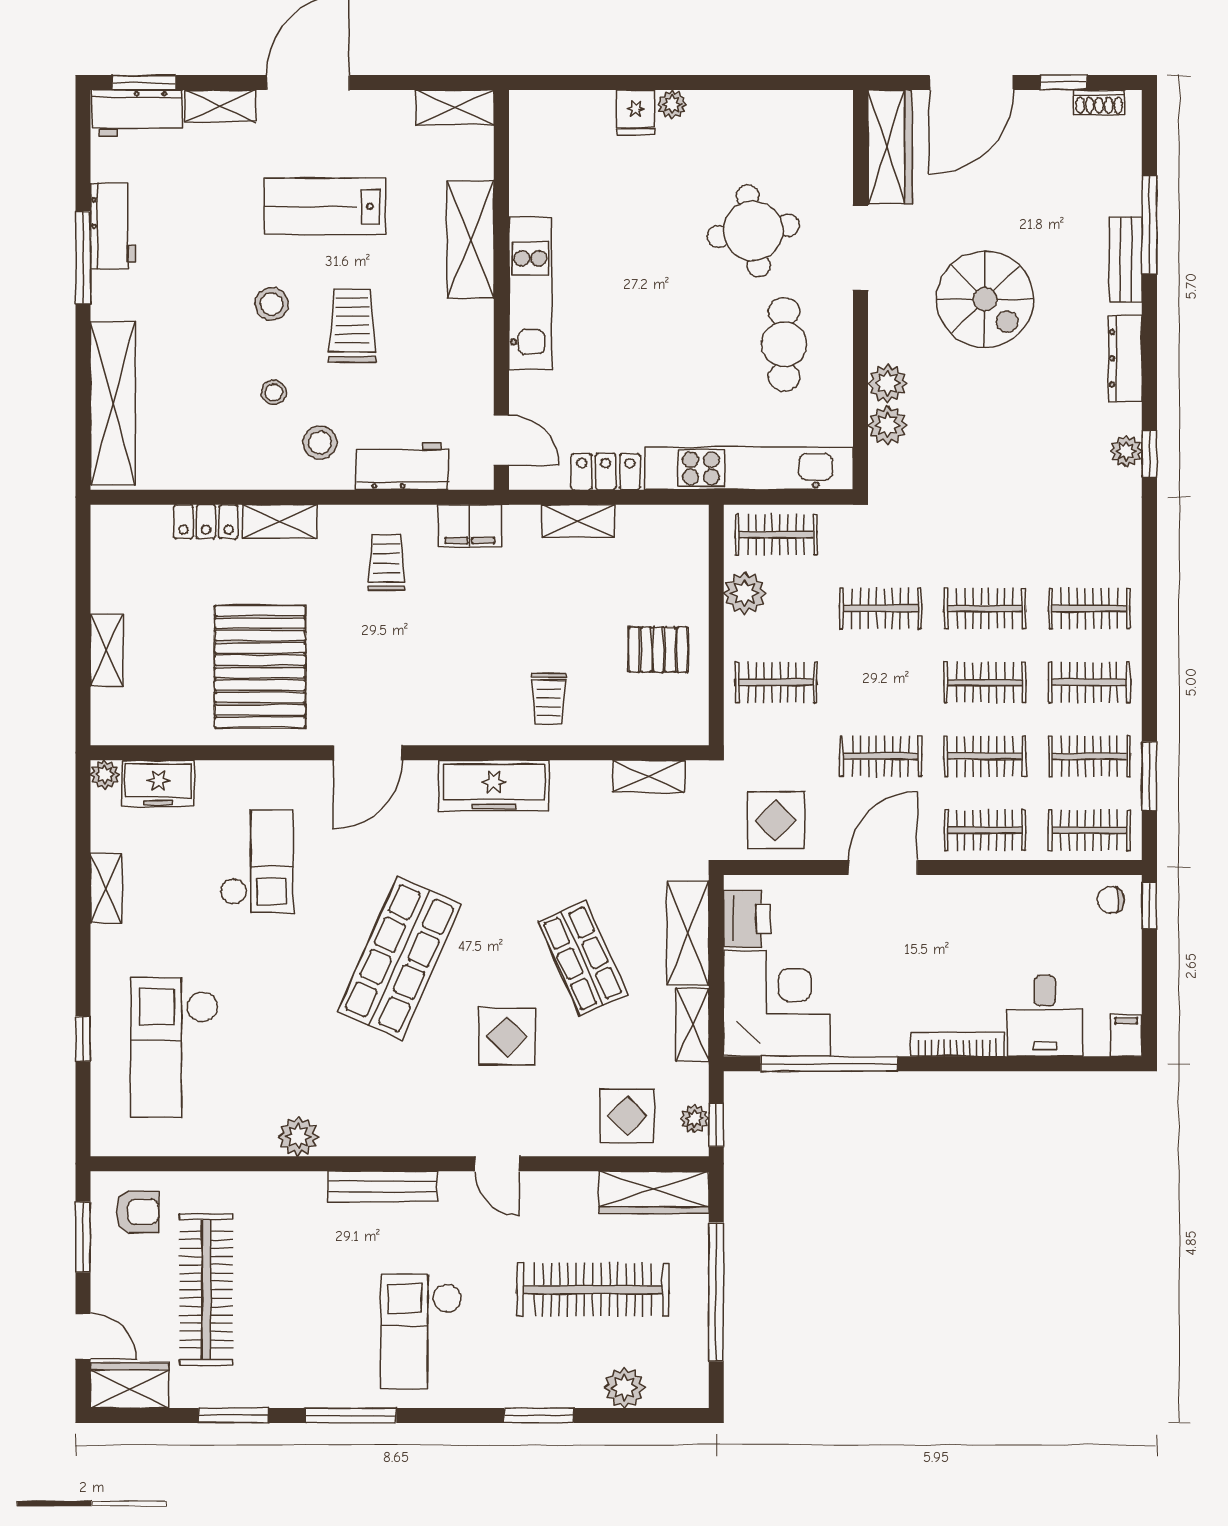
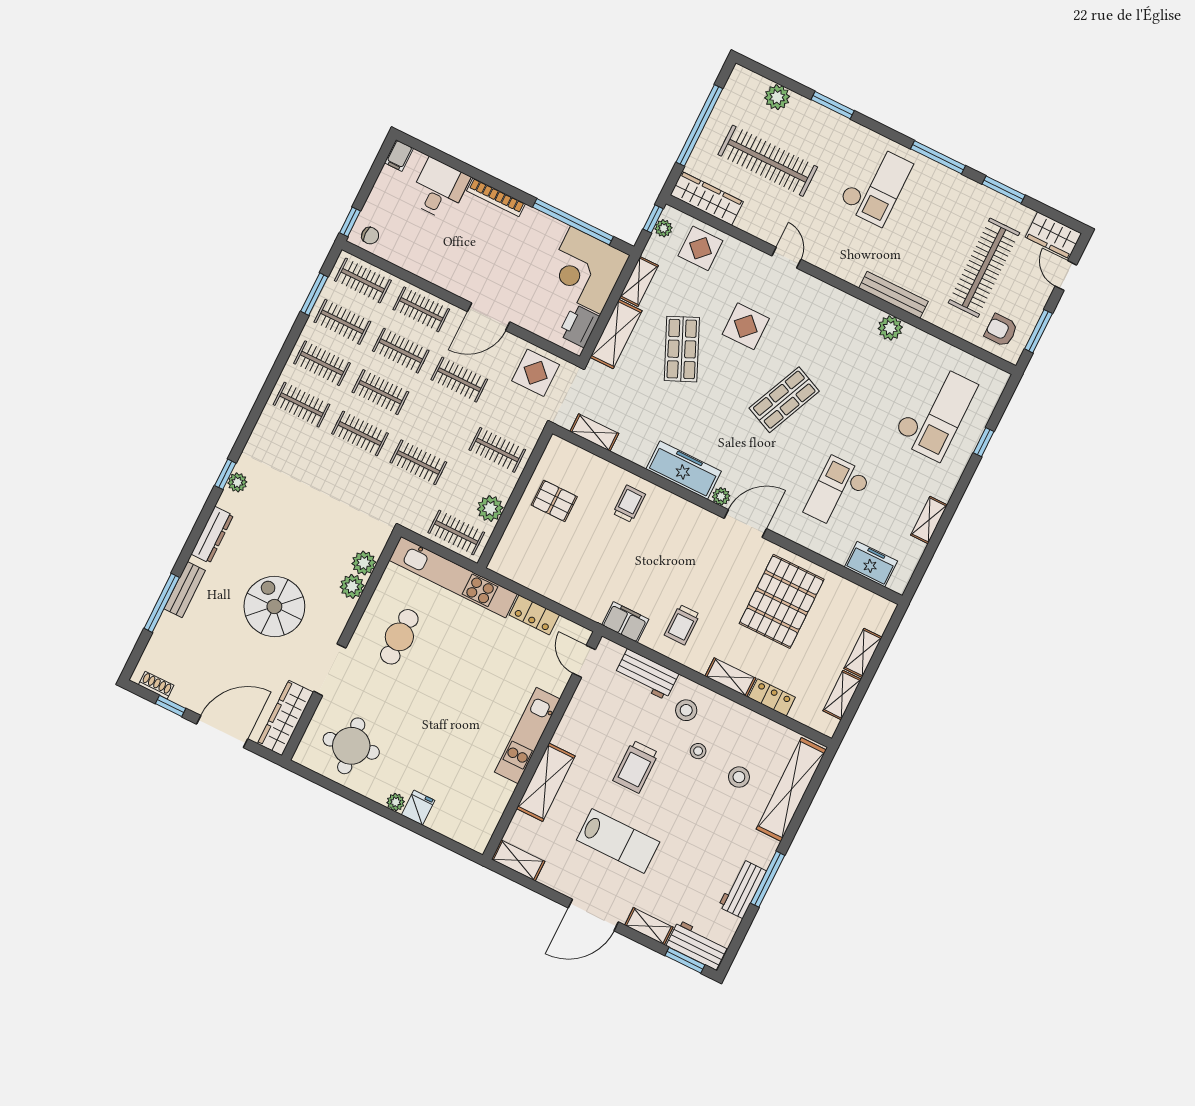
round table: (753, 231) -> (351, 746), moved
stool: (272, 304) -> (739, 777), moved
shelving: (578, 521) -> (842, 695), moved, turned 90
plant: (105, 775) -> (721, 496), moved
shop shelf: (400, 958) -> (784, 400), width x0.70, depth x0.74
bench: (383, 1186) -> (894, 295), moved

